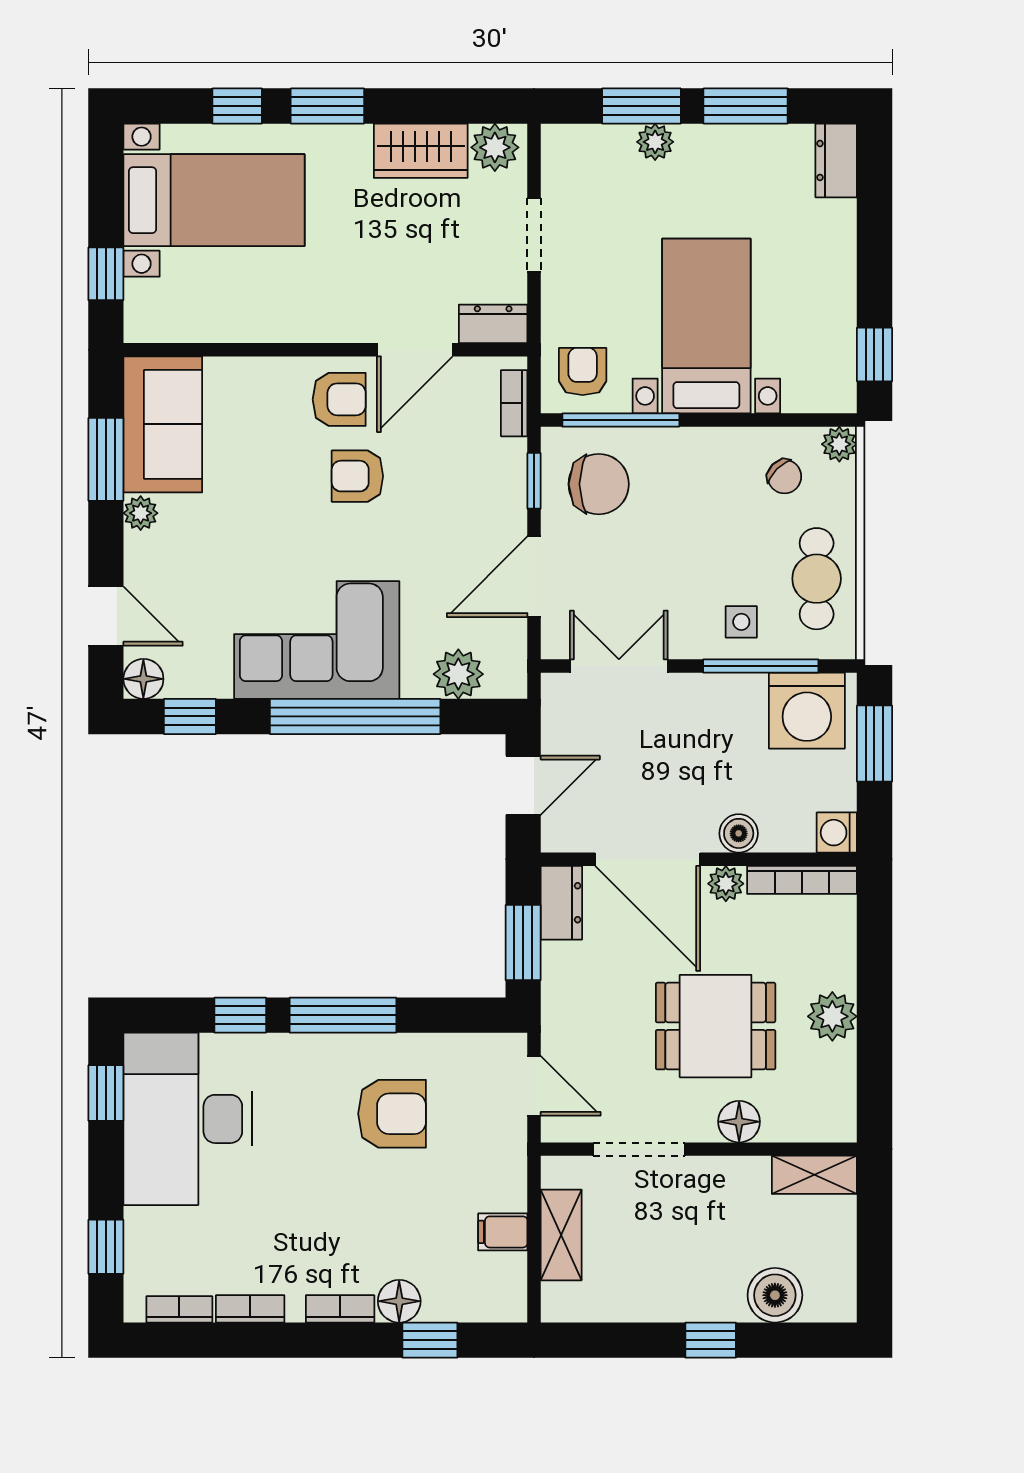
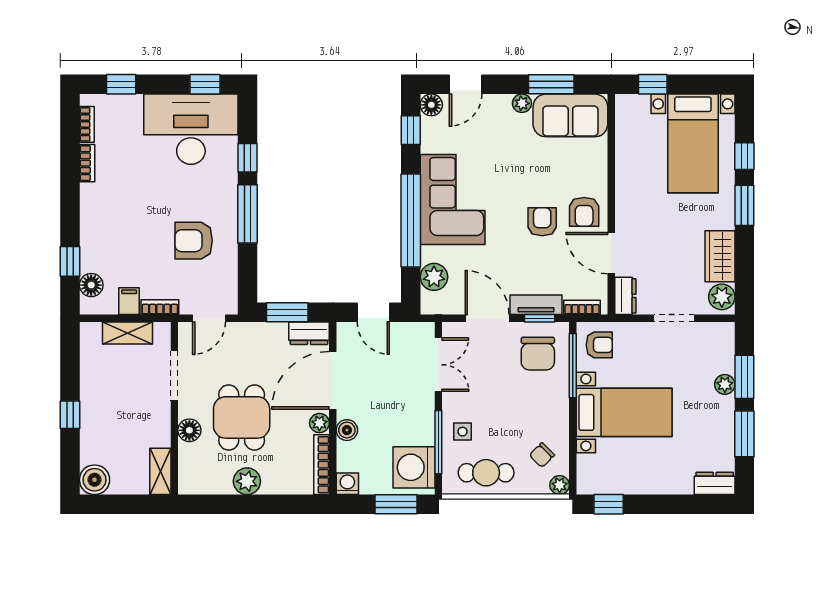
tv unit: (509, 487) -> (536, 305), added
armchair: (392, 1114) -> (194, 241), turned 90
boiler: (775, 1295) -> (95, 480), moved
floor lamp: (399, 1301) -> (91, 285), moved
bookcase: (340, 1309) -> (160, 307), moved, turned -90

